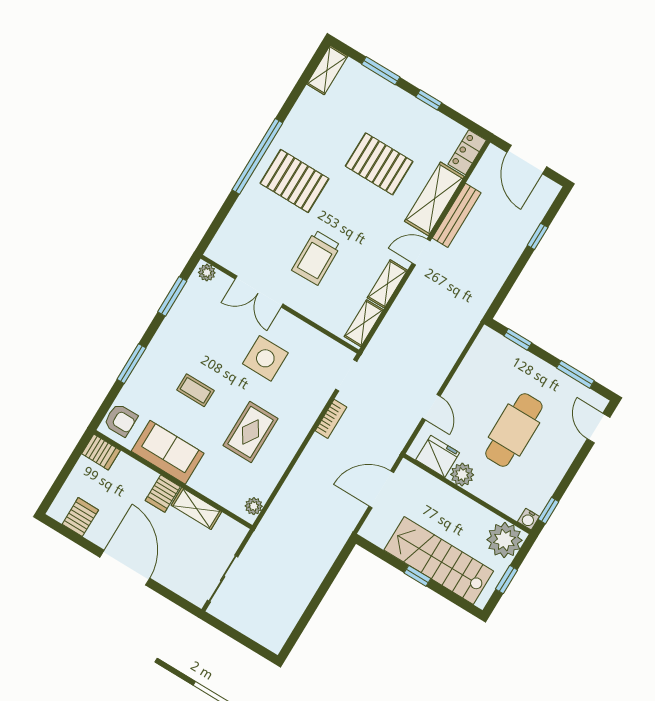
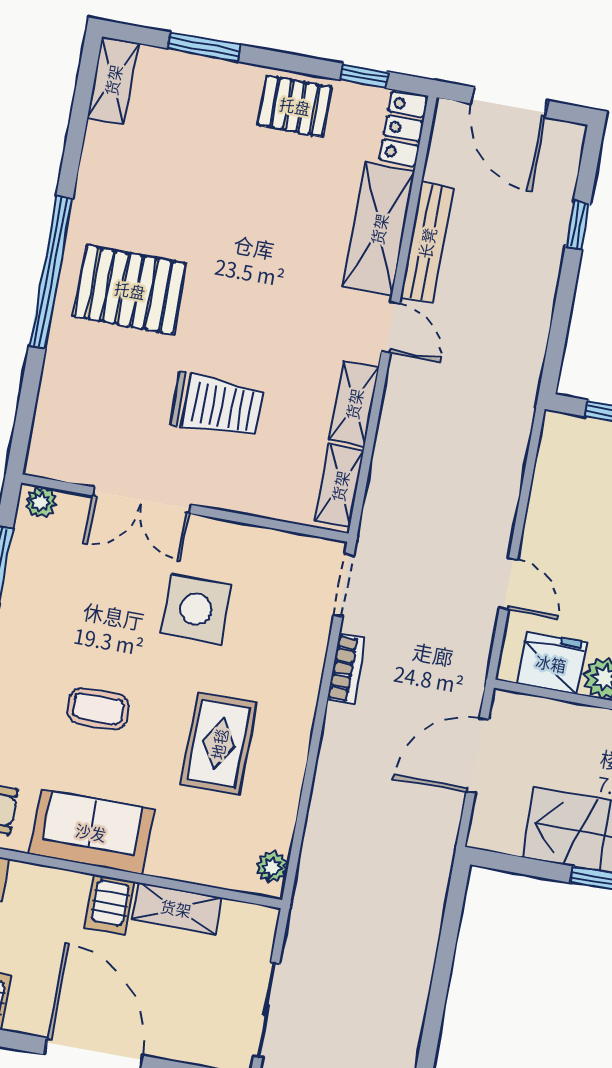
window: (429, 100) -> (364, 76), moved
pallet: (379, 164) -> (295, 106), moved, width x0.67, depth x0.71
door: (421, 252) -> (391, 328), swing flipped
trolley: (316, 258) -> (217, 405), turned -89

